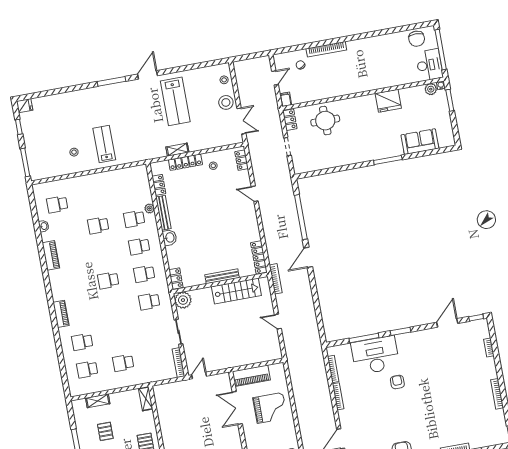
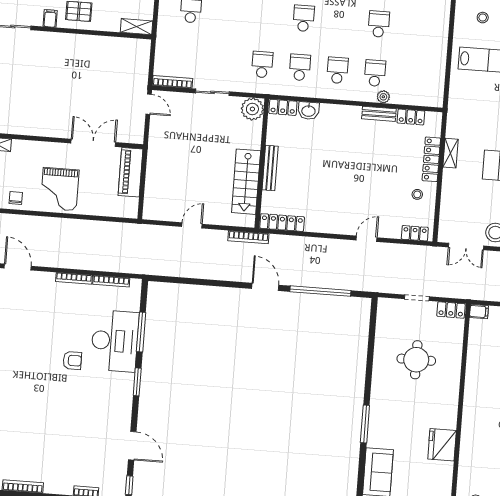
round table: (325, 121) -> (416, 360), moved
bench: (163, 213) -> (379, 114), width x0.73
washbasin: (170, 238) -> (309, 111), moved
grand piano: (270, 408) -> (60, 189), moved

